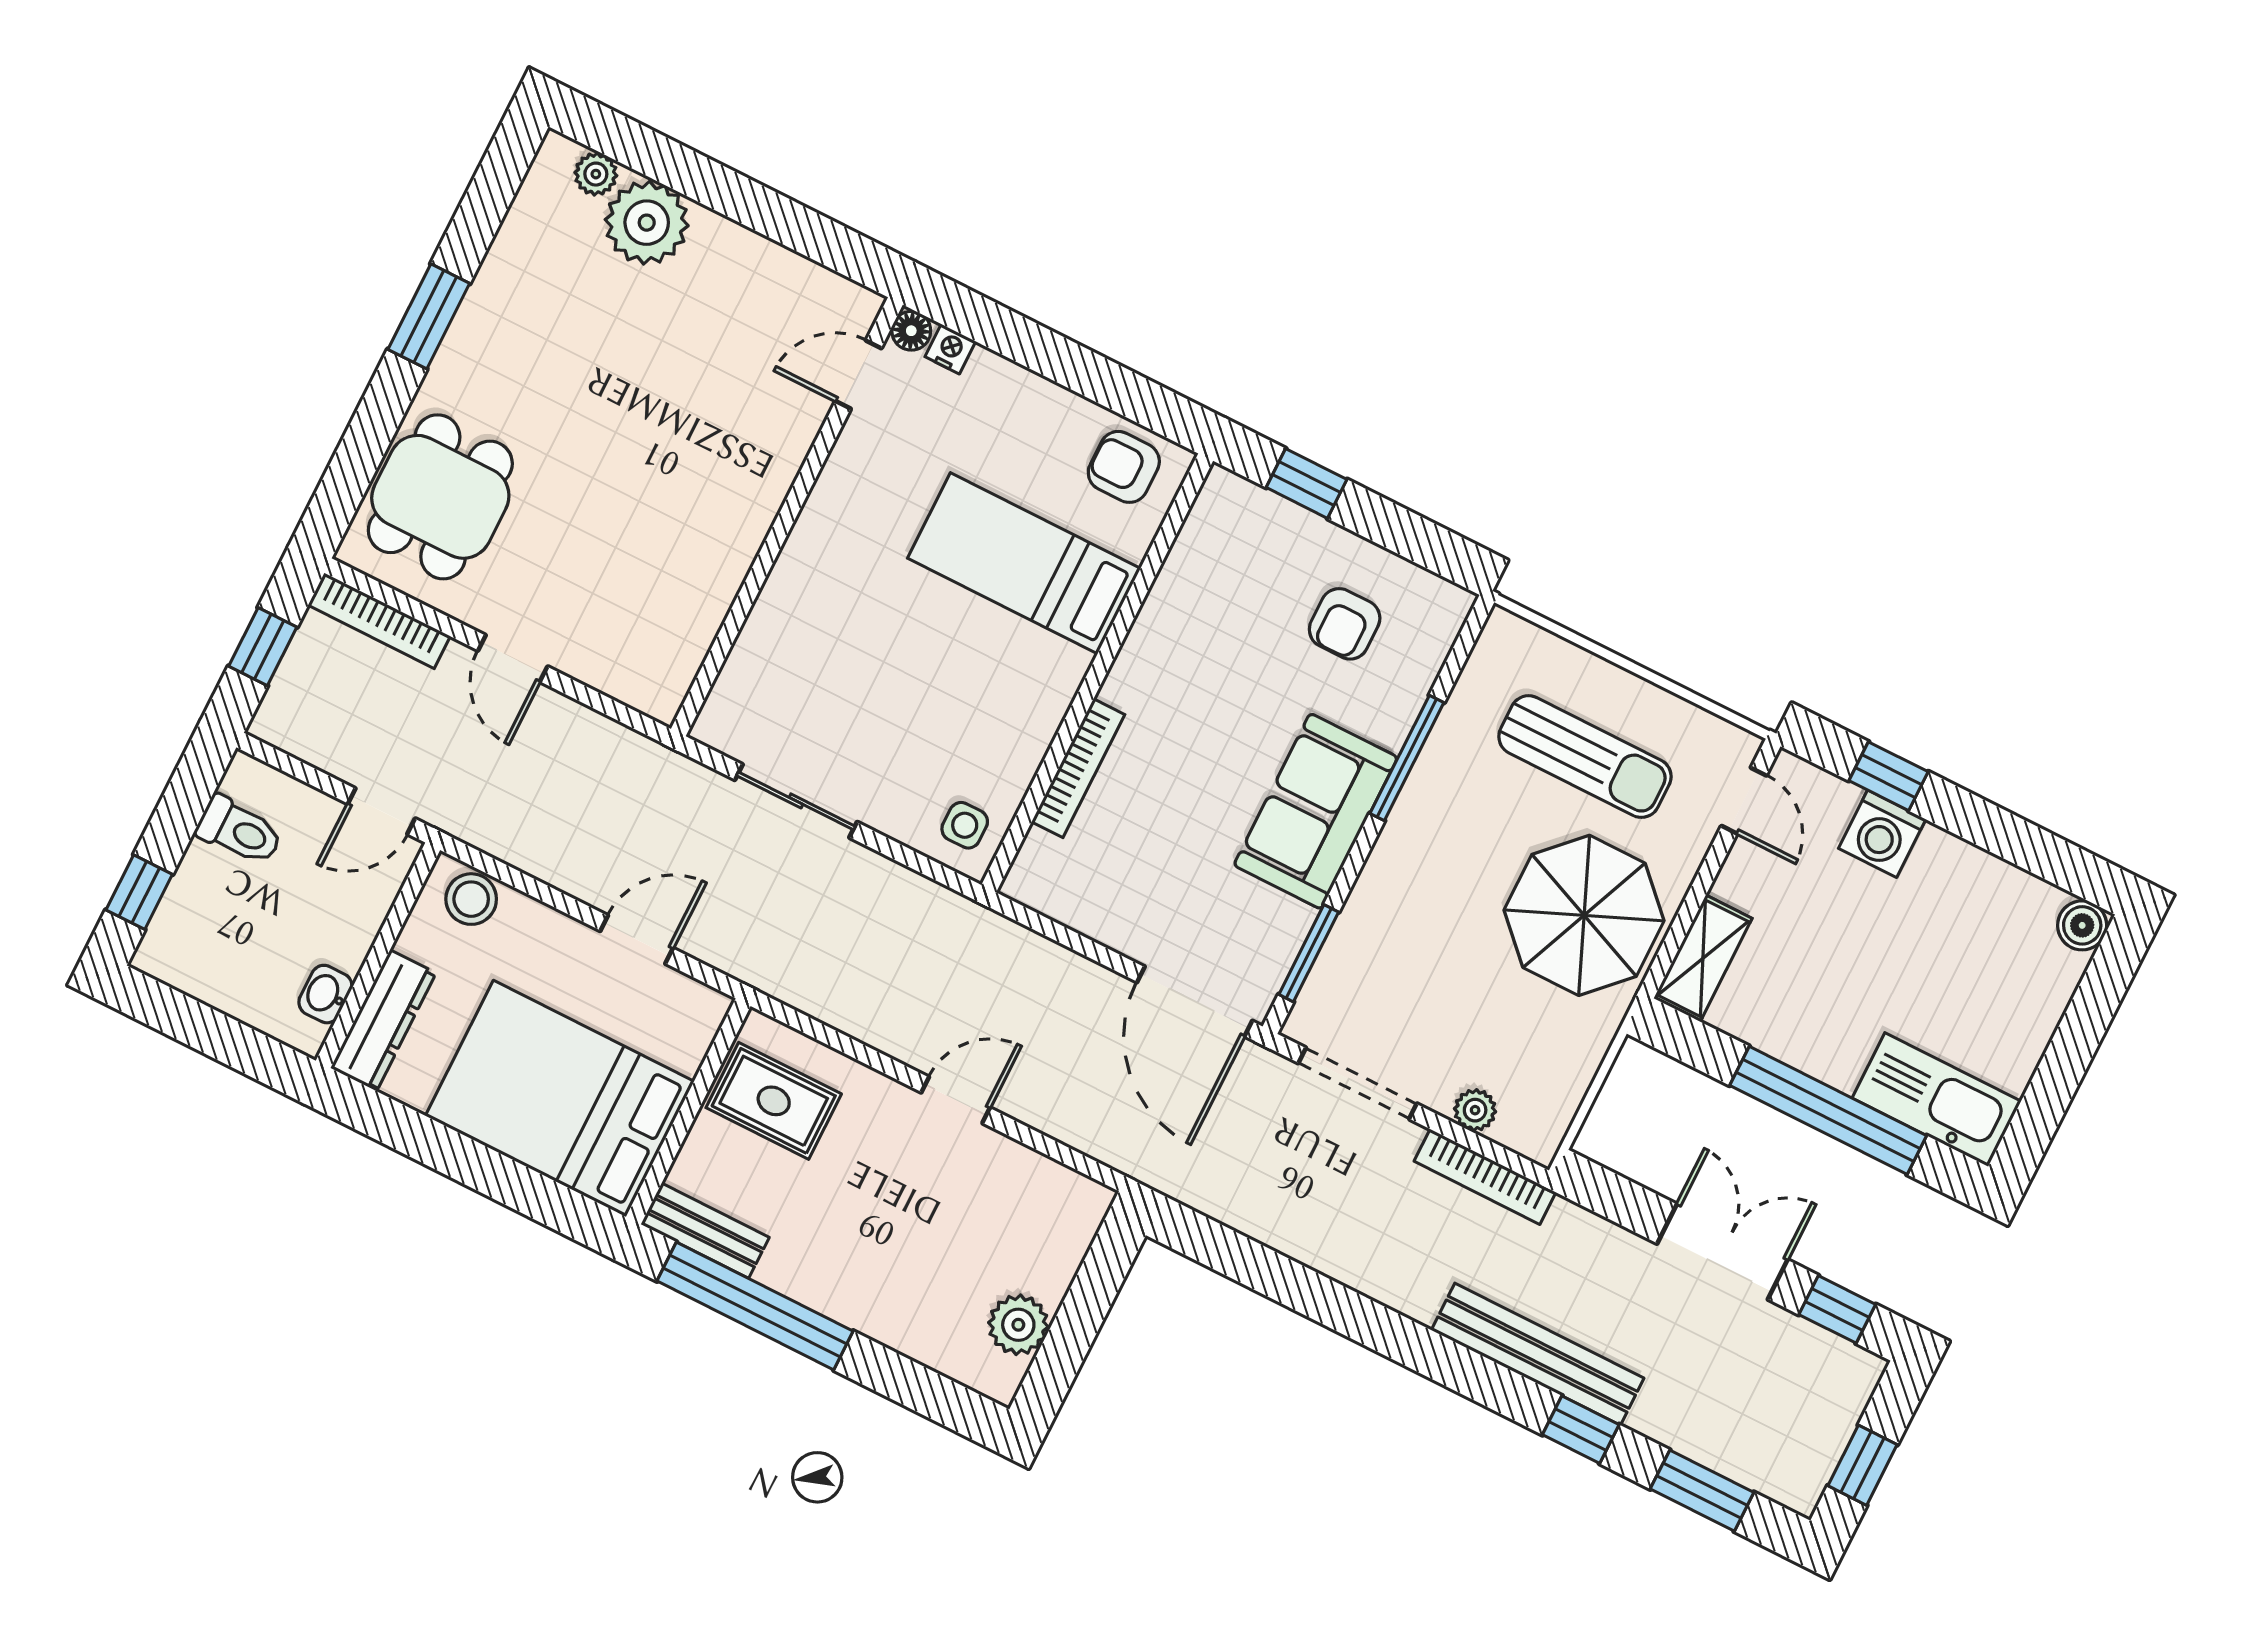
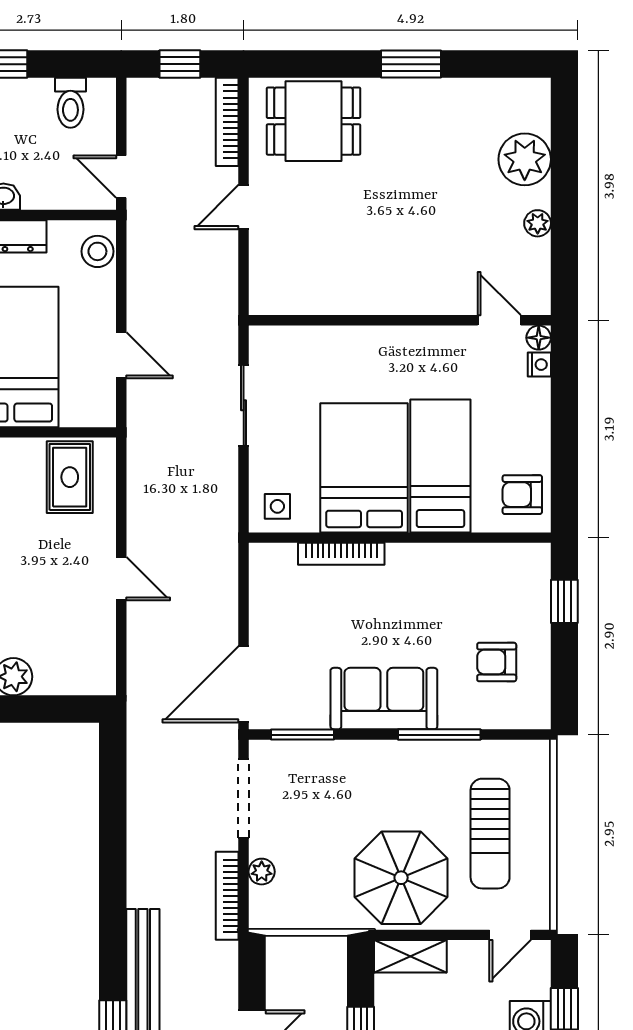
plant: (596, 174) -> (538, 223), moved
armchair: (1124, 467) -> (522, 495), turned -90
bed: (972, 674) -> (364, 468), added

